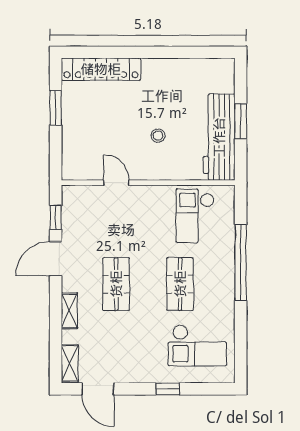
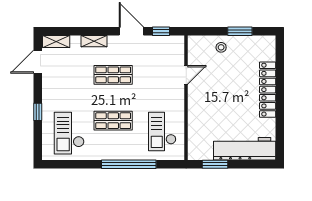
locker: (101, 69) -> (268, 90), moved
window: (241, 121) -> (215, 164), moved
stool: (158, 136) -> (221, 47), moved
workbench: (219, 137) -> (245, 149), moved
checkout: (195, 216) -> (162, 131), turned -90

